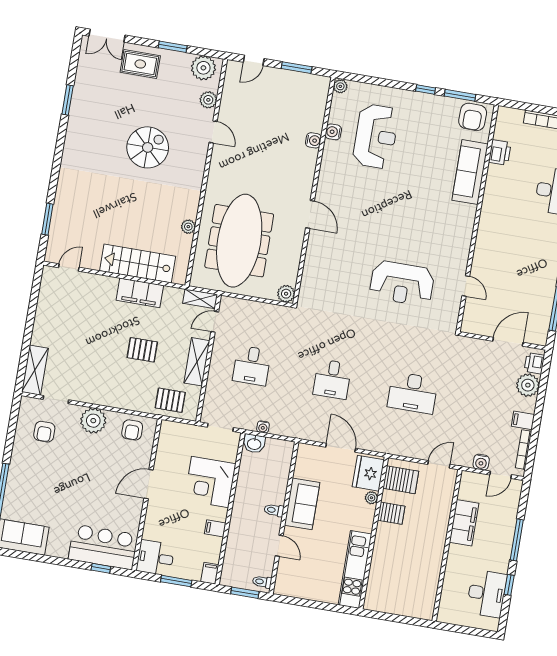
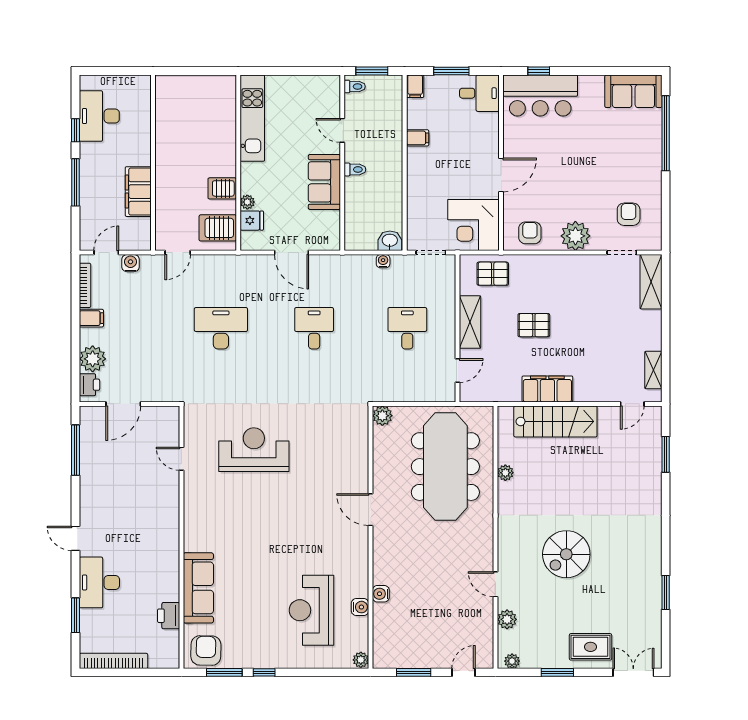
plant: (203, 68) -> (512, 661), width x0.53, depth x0.53
shelving: (200, 299) -> (653, 370), moved, turned 90
fridge: (368, 473) -> (252, 221), width x0.53, depth x0.75
corner desk: (210, 482) -> (474, 225), moved, turned 180

